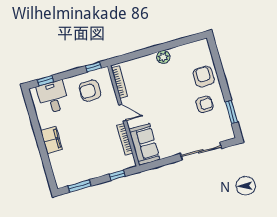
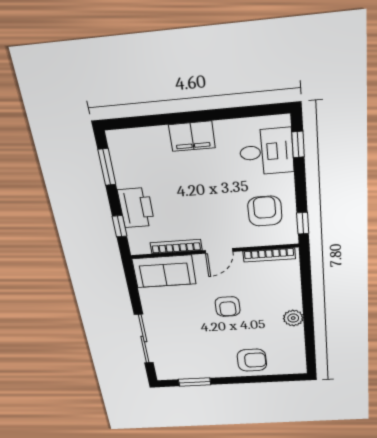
armchair: (204, 104) -> (228, 307), moved
printer: (103, 166) -> (136, 208), added

